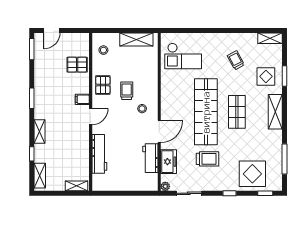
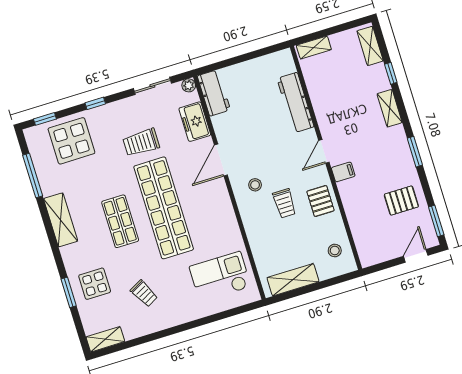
pallet: (77, 65) -> (401, 201), moved
shelving: (275, 112) -> (61, 220), moved
workbench: (150, 158) -> (214, 93), moved

